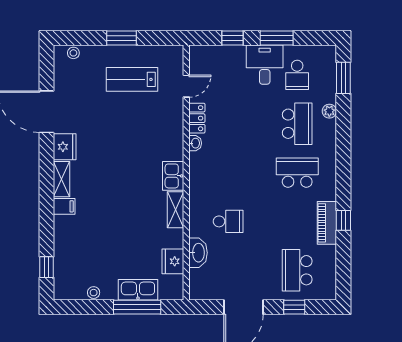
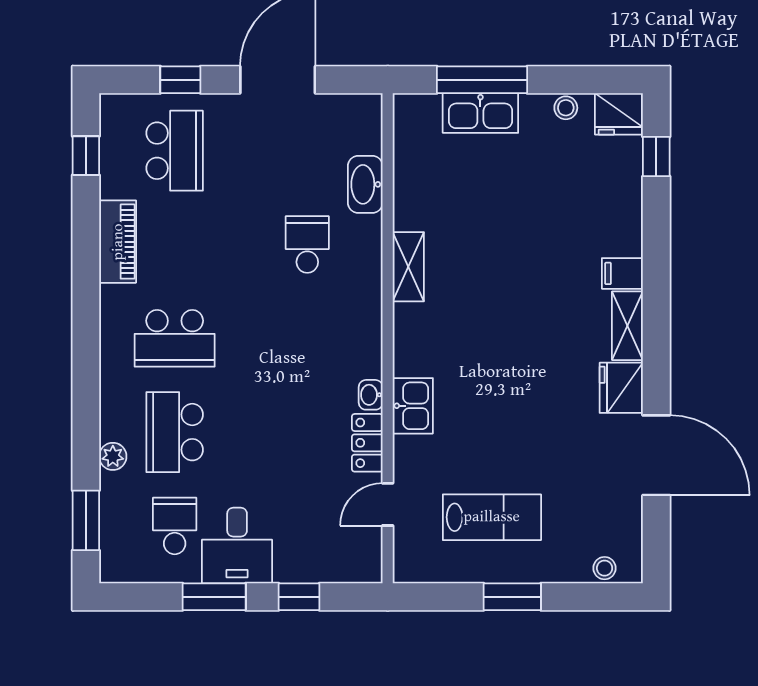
kitchen sink: (173, 176) -> (413, 406), moved
window: (343, 220) -> (86, 156), moved
school desk: (228, 221) -> (307, 244), turned 90
fridge: (173, 261) -> (619, 114), moved, turned 90

